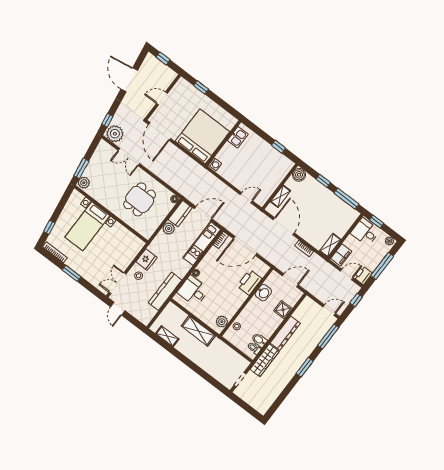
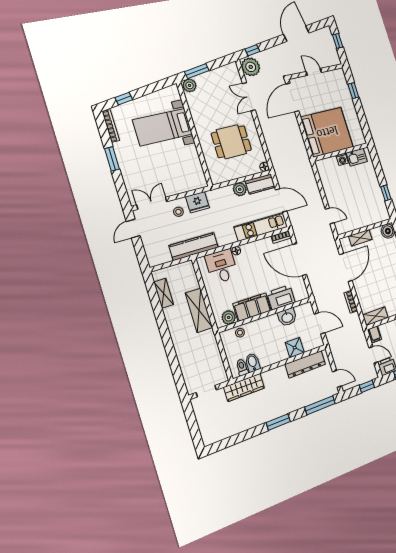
washing machine: (215, 164) -> (342, 159), moved
filing cabinet: (341, 255) -> (375, 334), width x0.50
filing cabinet: (233, 303) -> (252, 307), added
dresser: (285, 333) -> (305, 364), moved

